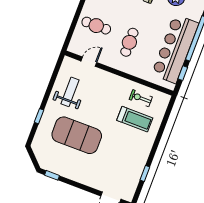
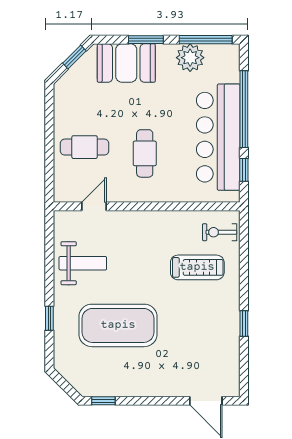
weight bench: (70, 92) -> (83, 263), turned 90
exercise bike: (141, 98) -> (220, 232), moved
window: (145, 173) -> (244, 324), moved

